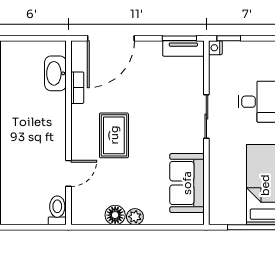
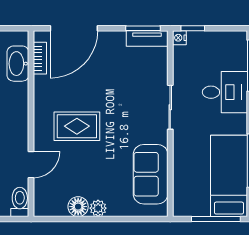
bookcase: (77, 88) -> (40, 58), moved
rug: (114, 135) -> (77, 126), turned 90

